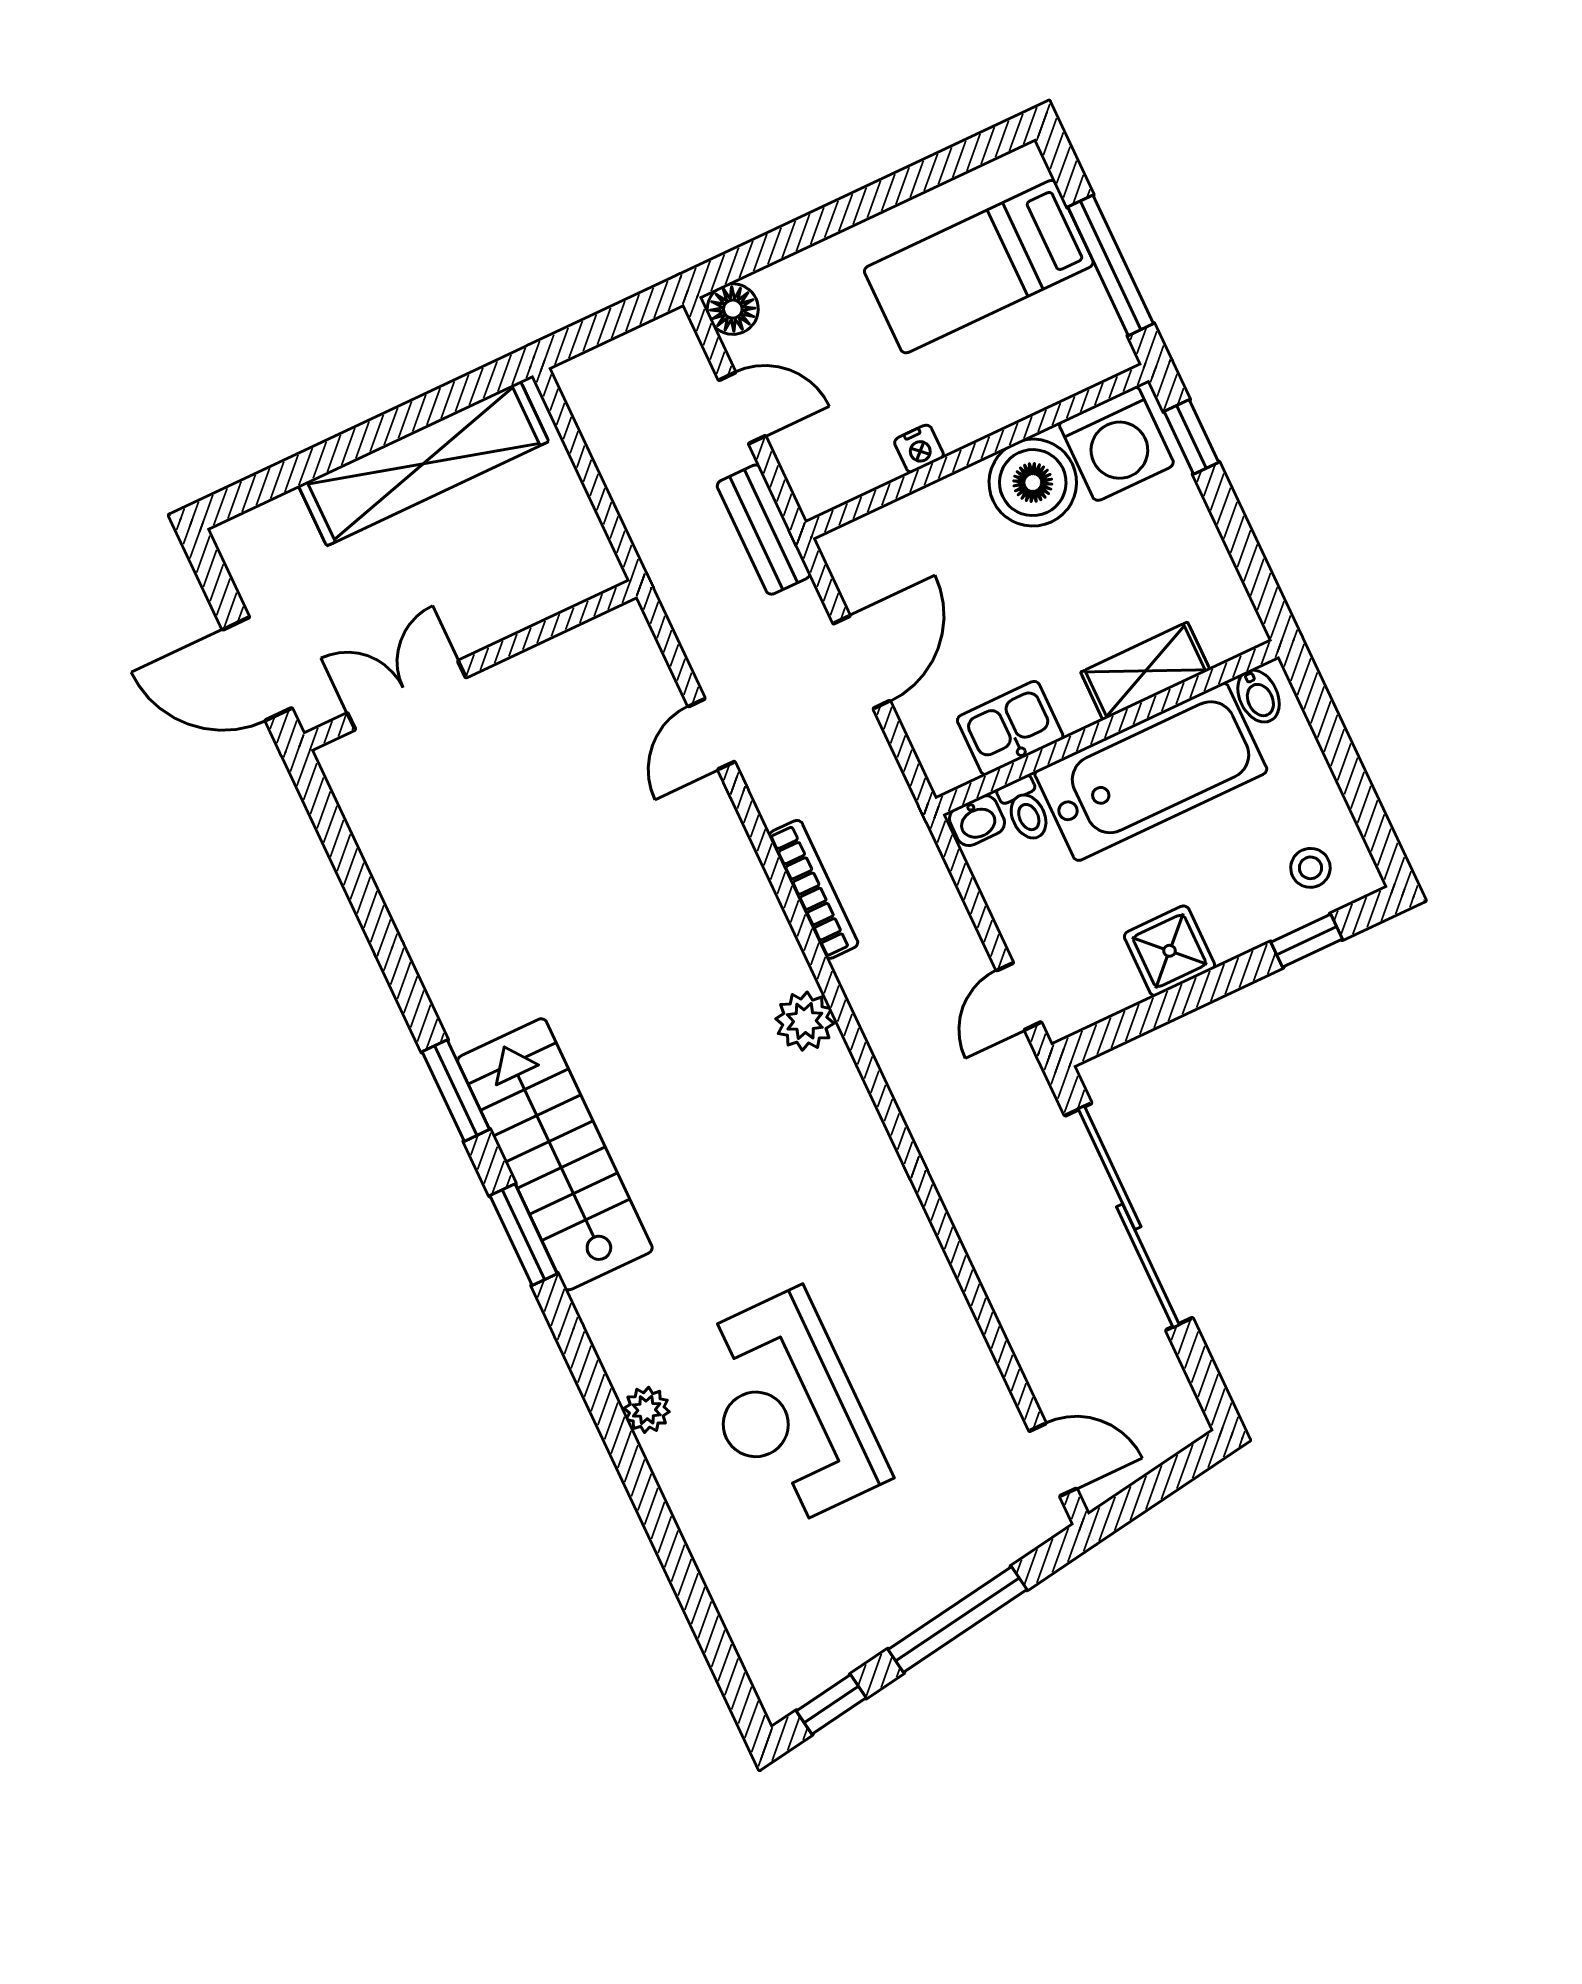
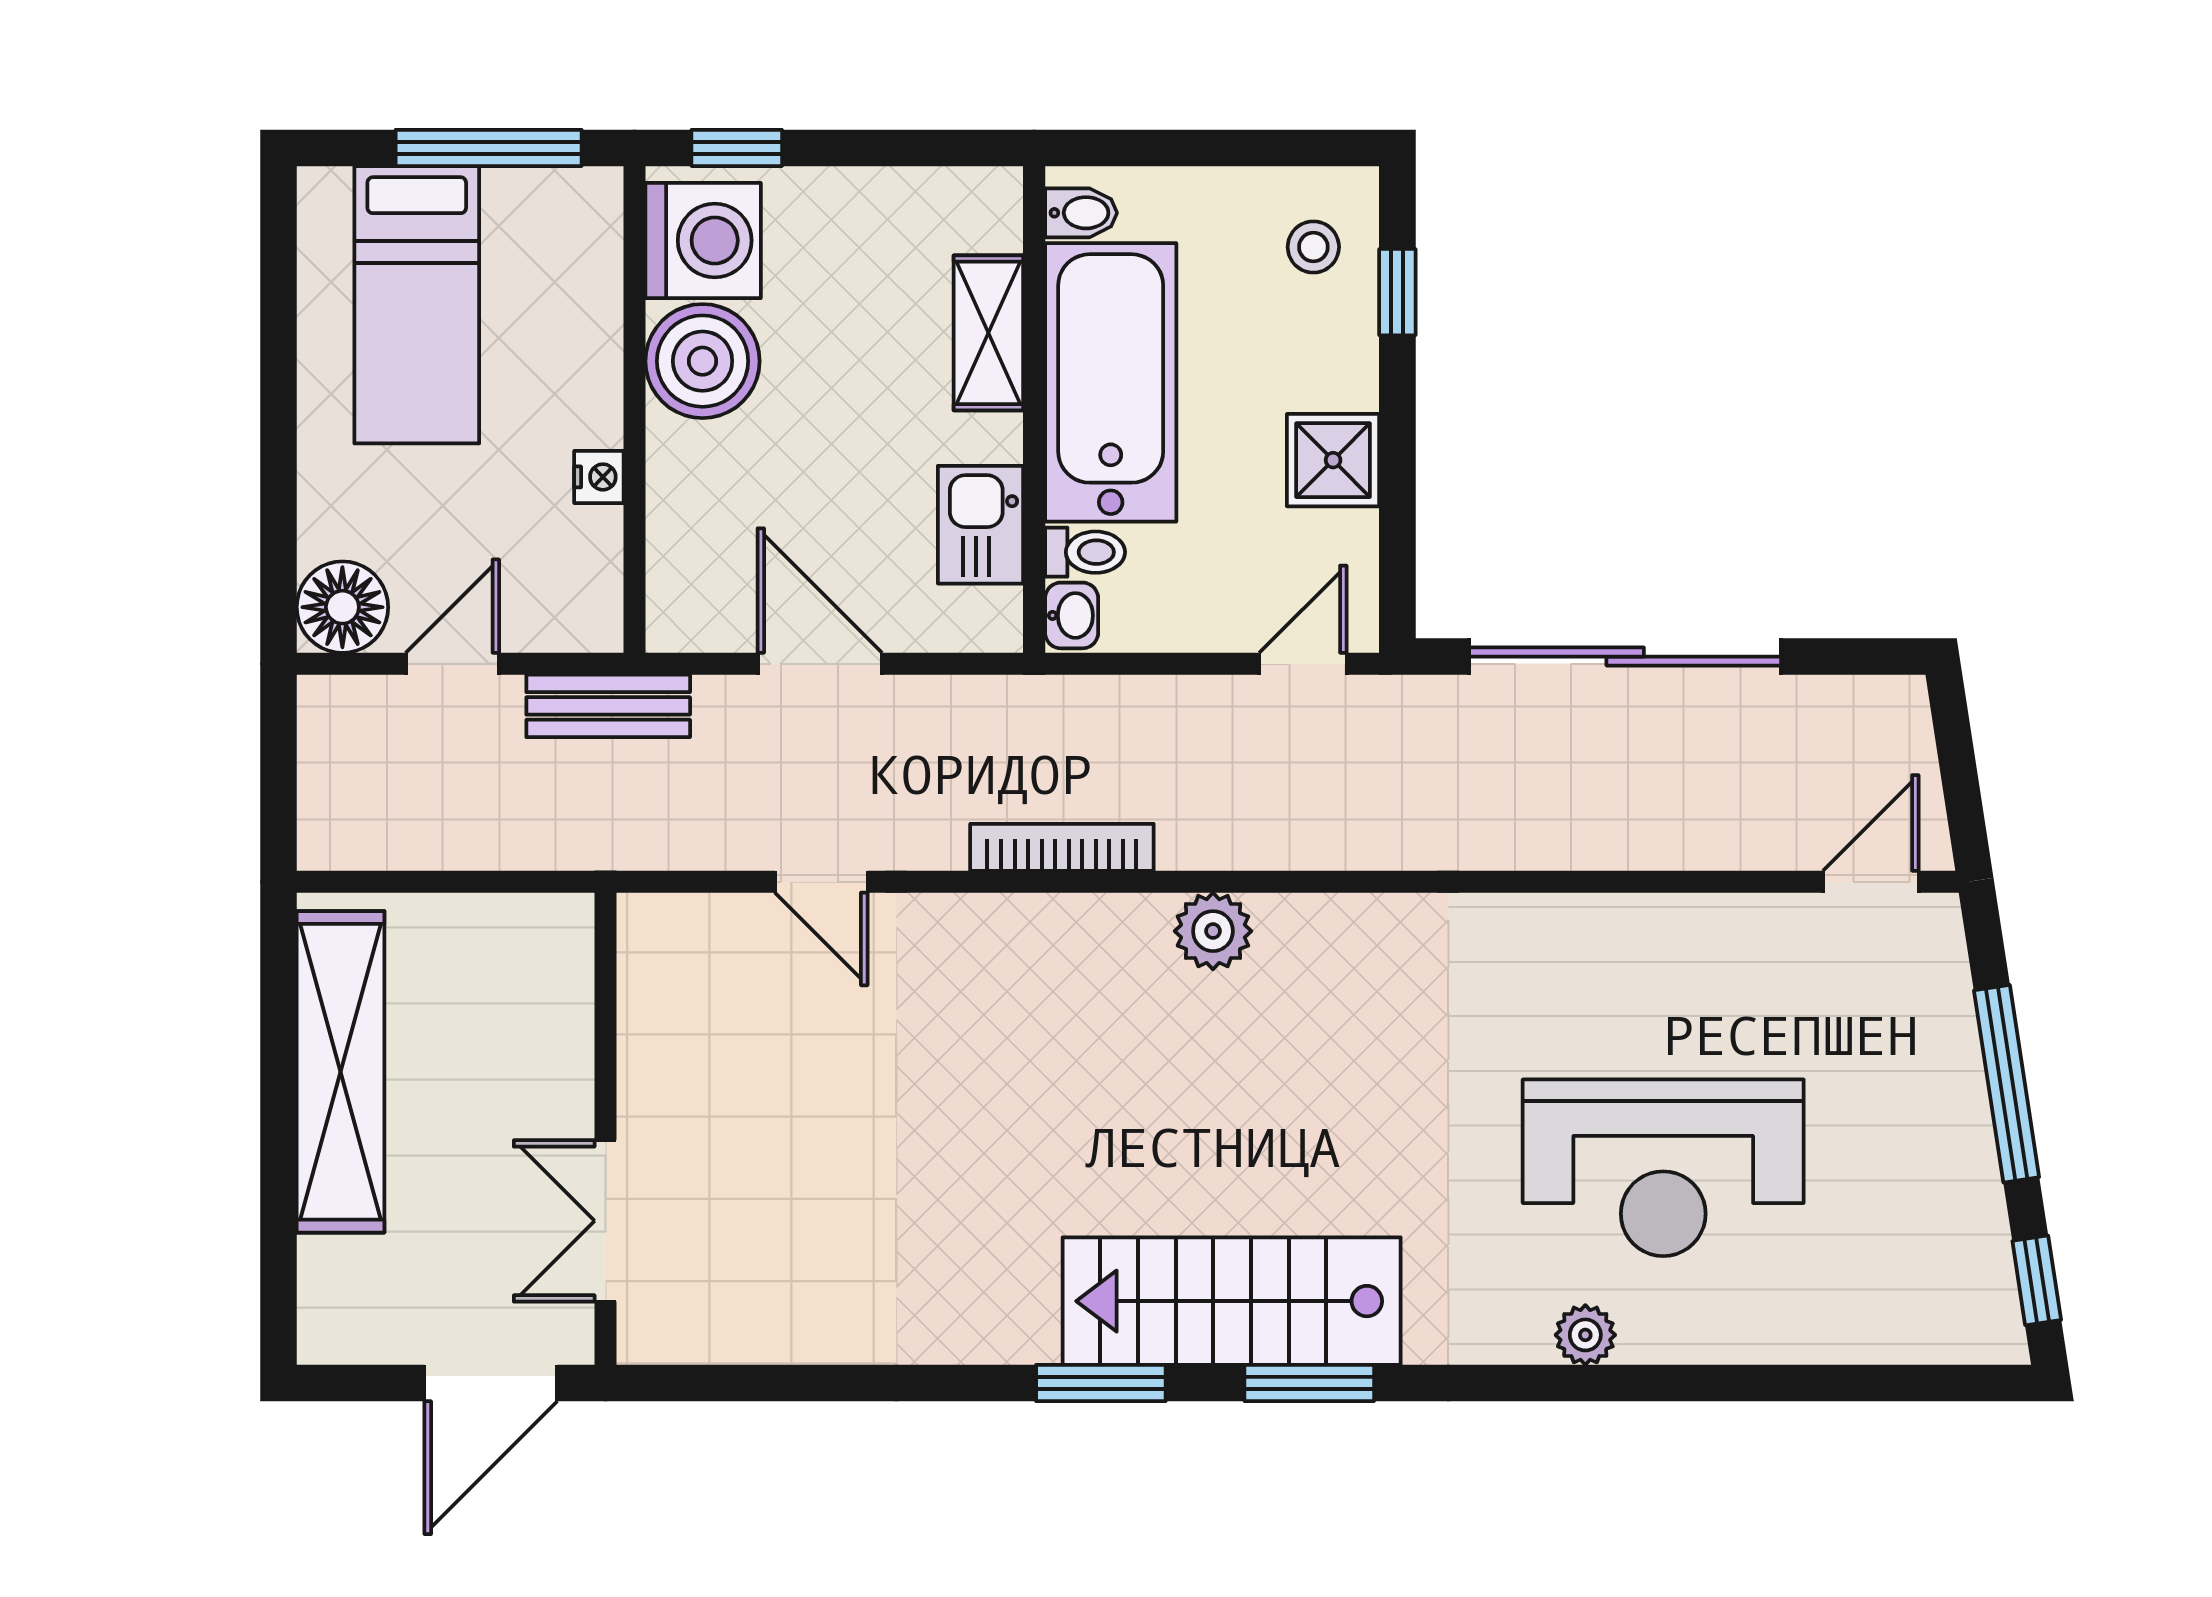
floor lamp: (733, 309) -> (342, 607), width x1.38, depth x1.38
door: (1019, 996) -> (1303, 664), swing flipped

